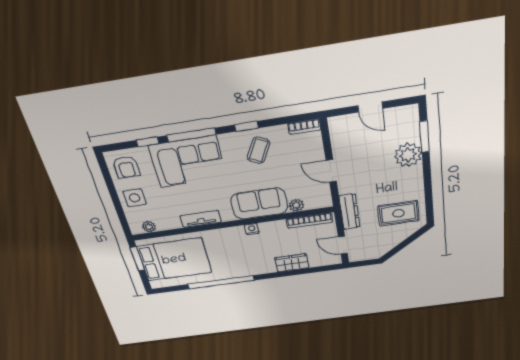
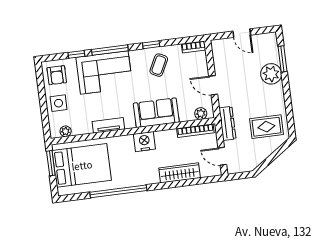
plant: (296, 205) -> (201, 114), moved
nightstand: (252, 229) -> (144, 142), width x1.89, depth x1.79
wardrobe: (292, 263) -> (180, 173), width x1.50

